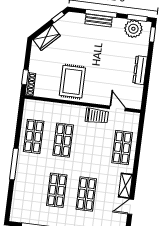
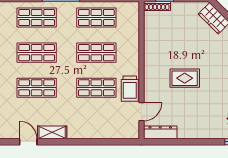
dresser: (140, 70) -> (160, 132), moved
rug: (72, 82) -> (185, 78), moved, width x0.73, depth x0.70
shop shelf: (122, 148) -> (96, 88), moved
shop shelf: (27, 187) -> (37, 18), added

